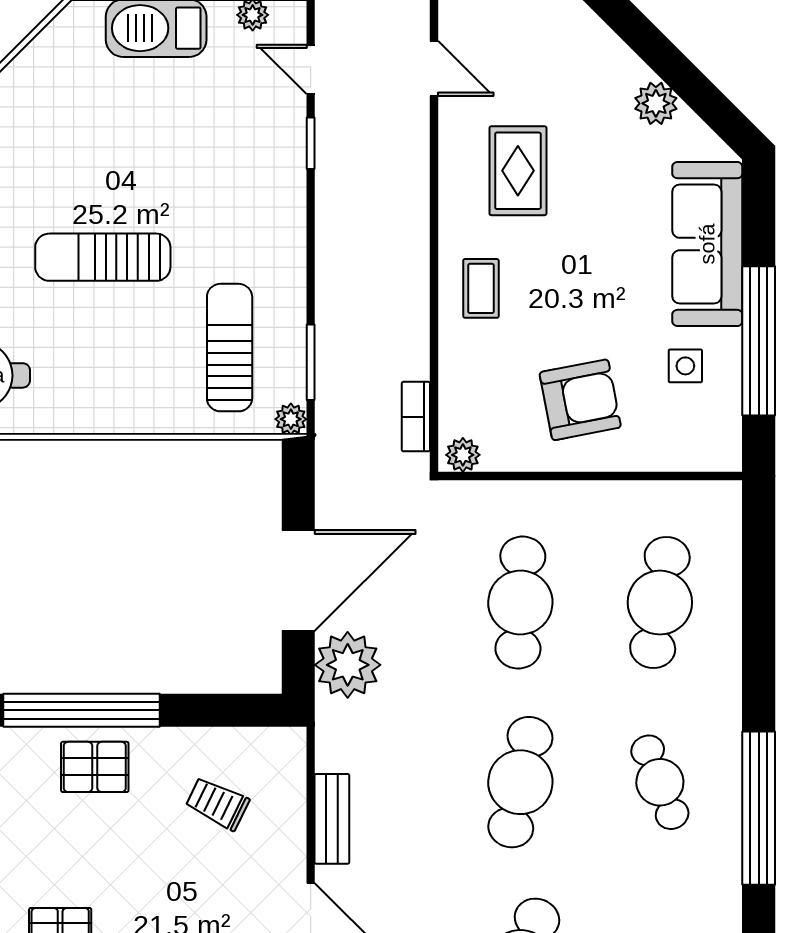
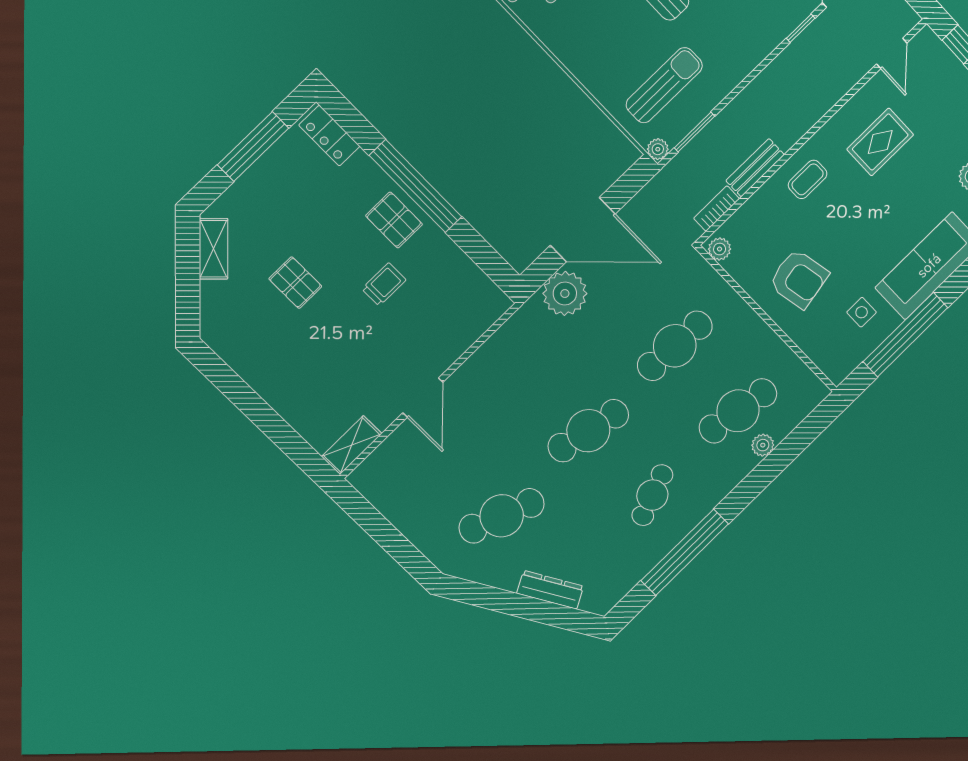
plant: (725, 612) -> (763, 445), added
trolley: (217, 803) -> (384, 284), moved, turned 64
bench: (332, 819) -> (755, 168), moved

